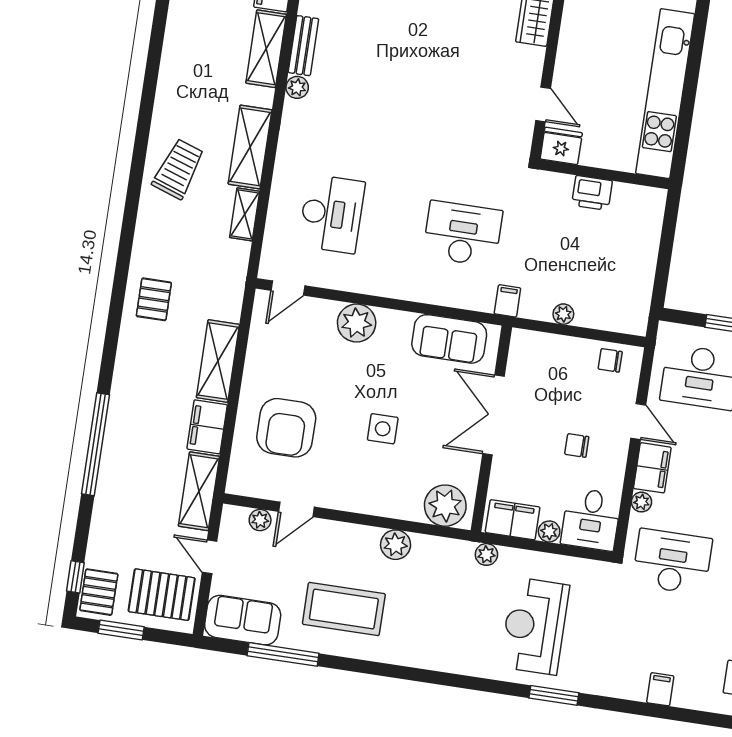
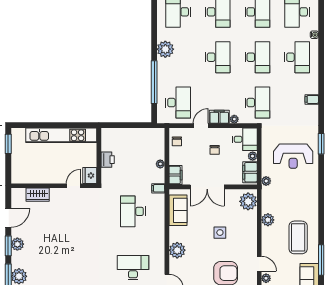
filing cabinet: (532, 346) -> (176, 175), added
desk: (672, 562) -> (257, 103), turned 180

